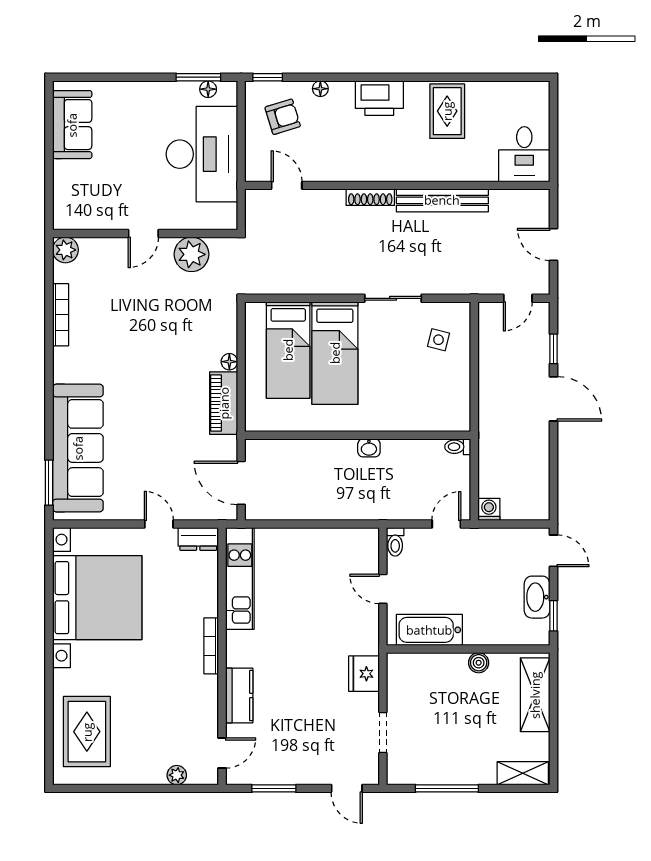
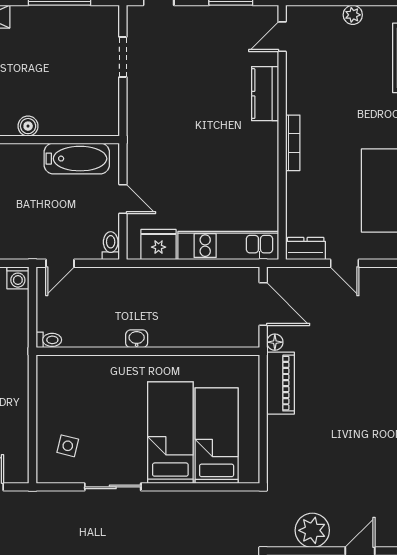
floor lamp: (229, 362) -> (275, 342), moved
kitchen unit: (240, 579) -> (228, 246), moved, turned 90
fridge: (364, 674) -> (159, 245), moved, turned -90
plant: (177, 775) -> (353, 15), moved

